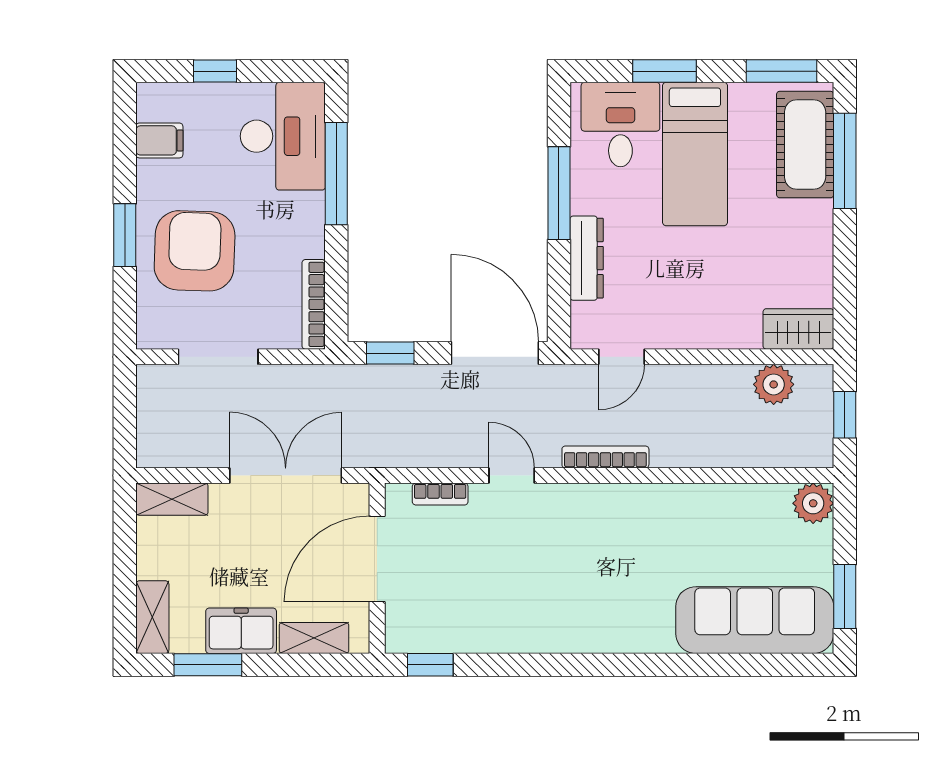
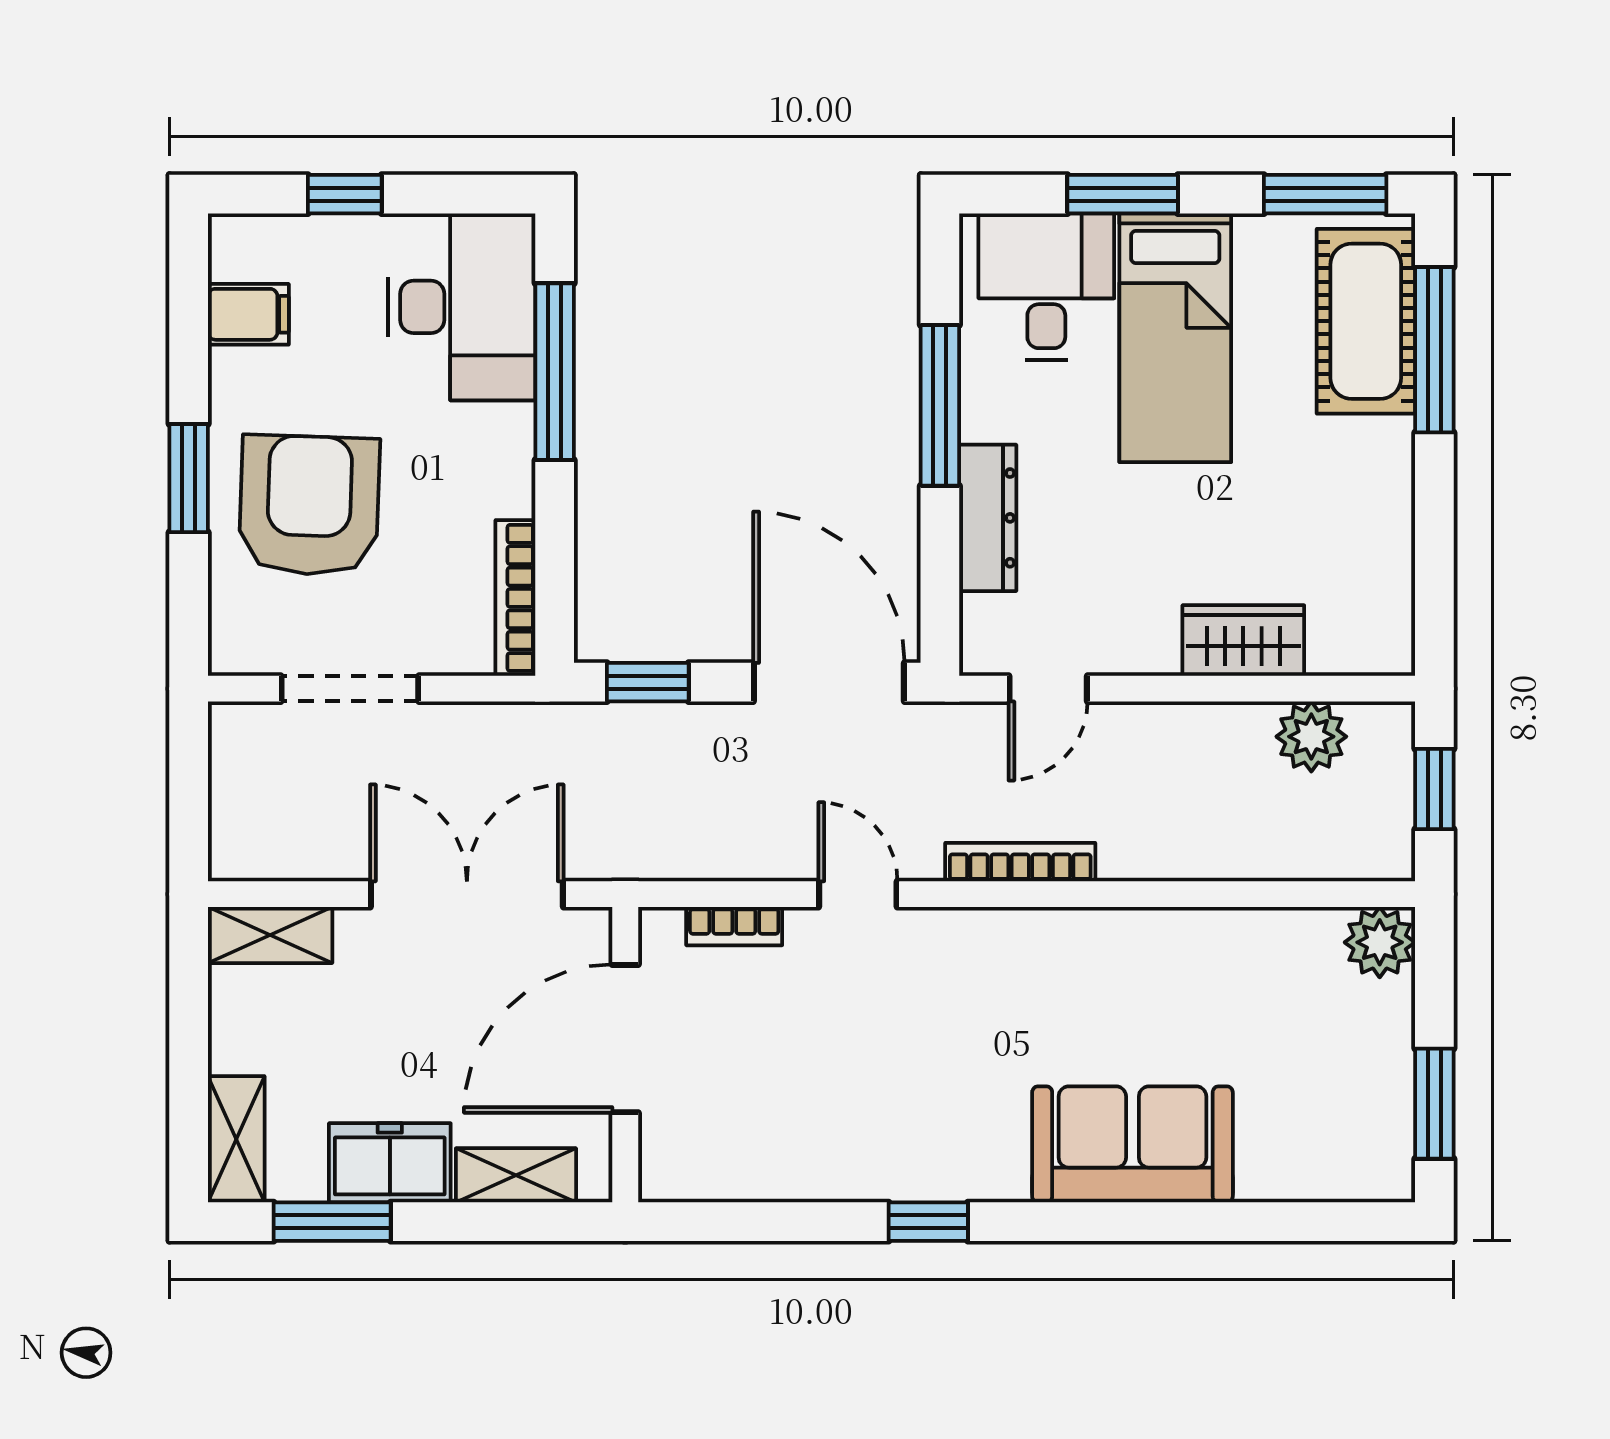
wardrobe: (798, 329) -> (1243, 640), moved
sofa: (755, 620) -> (1132, 1144), moved, width x0.73
window: (430, 665) -> (928, 1222), moved

